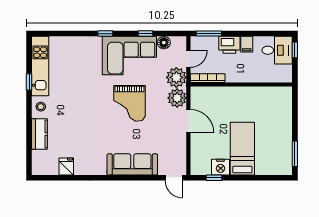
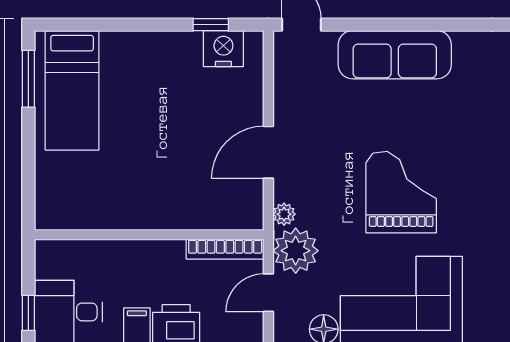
plant: (177, 98) -> (284, 214), width x0.53, depth x0.53
door: (188, 121) -> (268, 152), hinge flipped
bed: (242, 149) -> (72, 90), moved
nightstand: (221, 167) -> (223, 49), moved

